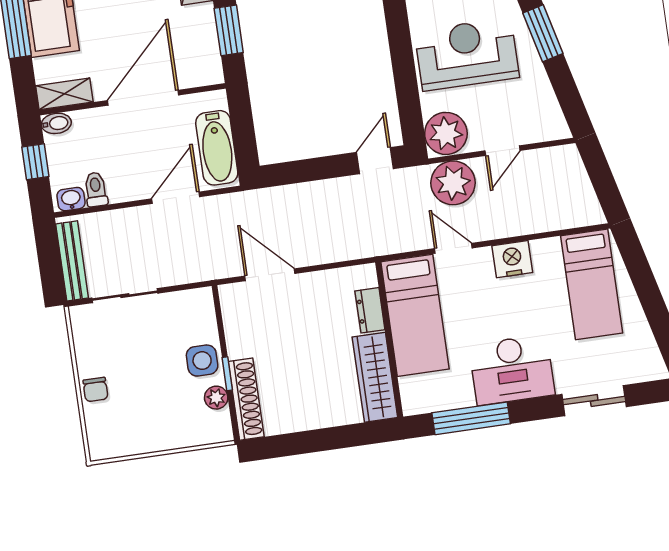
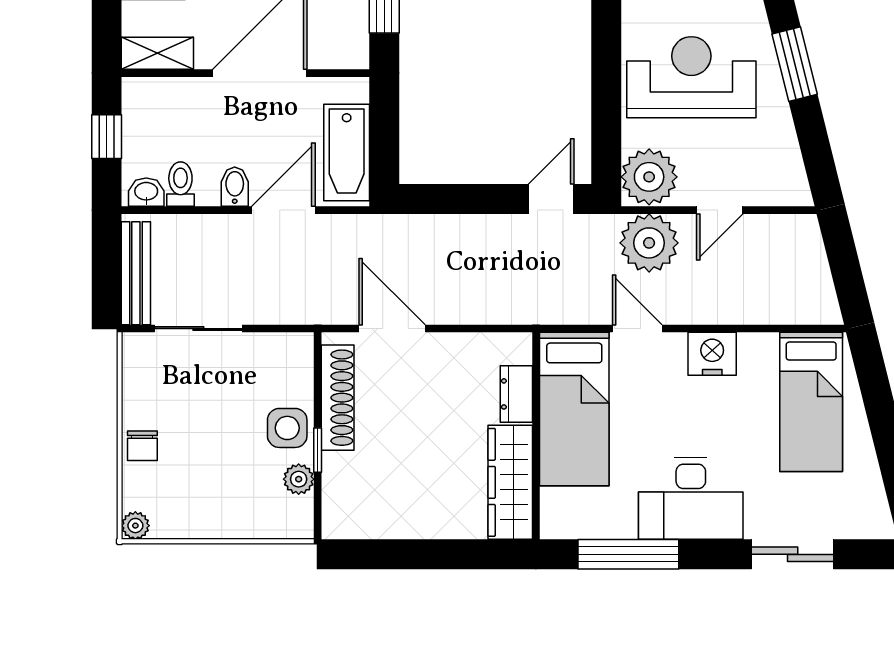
bidet: (56, 123) -> (235, 187), moved, turned -90
shoe rack: (246, 399) -> (338, 398), moved
plant: (99, 450) -> (135, 526), added

